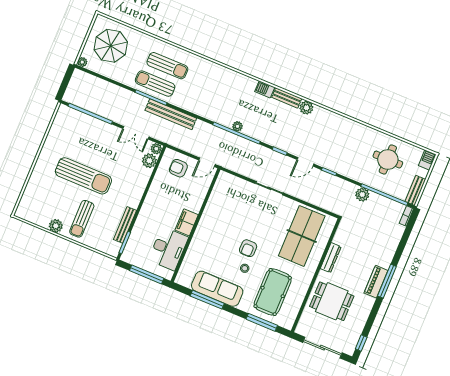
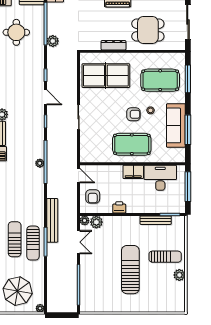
printer: (155, 192) -> (119, 207), added
pool table: (217, 233) -> (132, 144), added
dining table: (332, 301) -> (148, 30), turned 90

